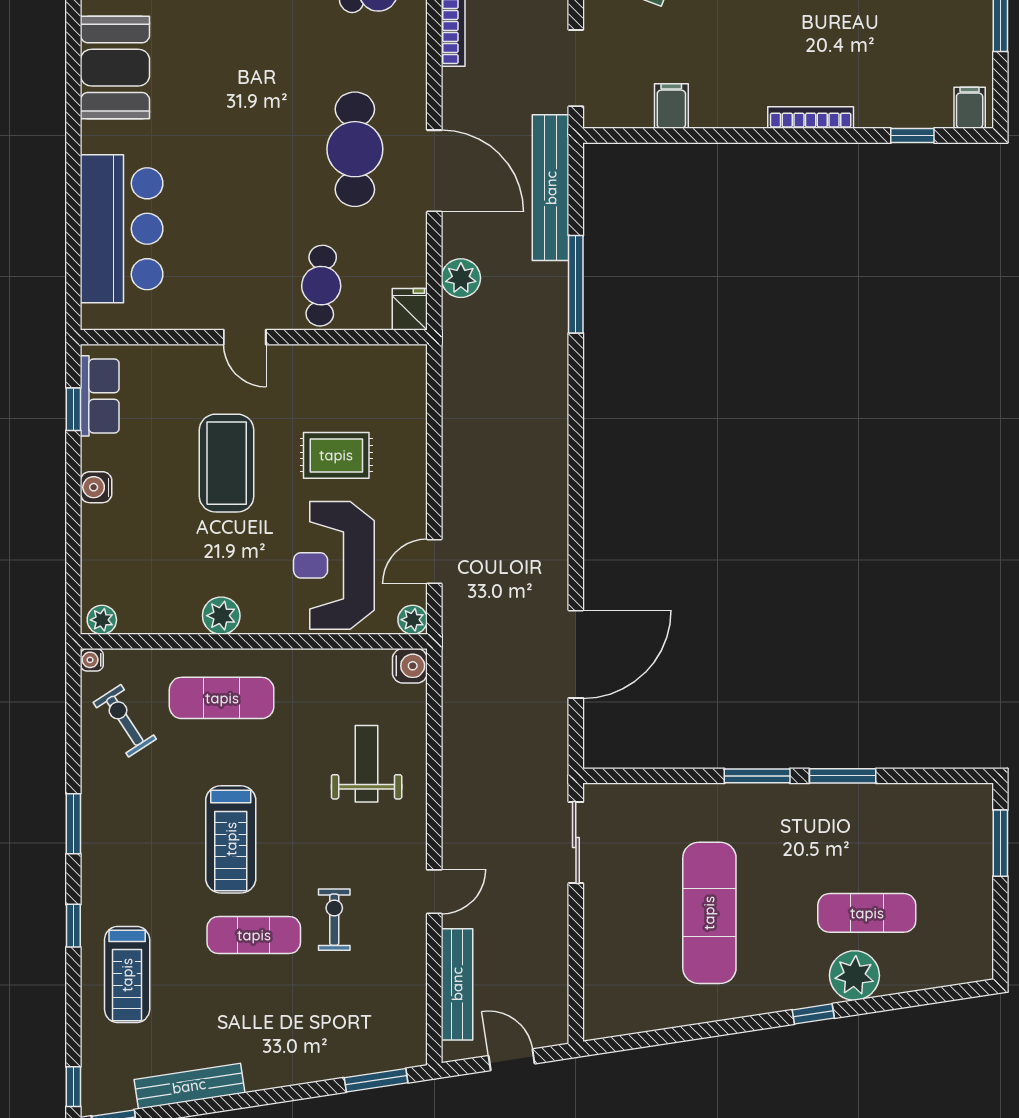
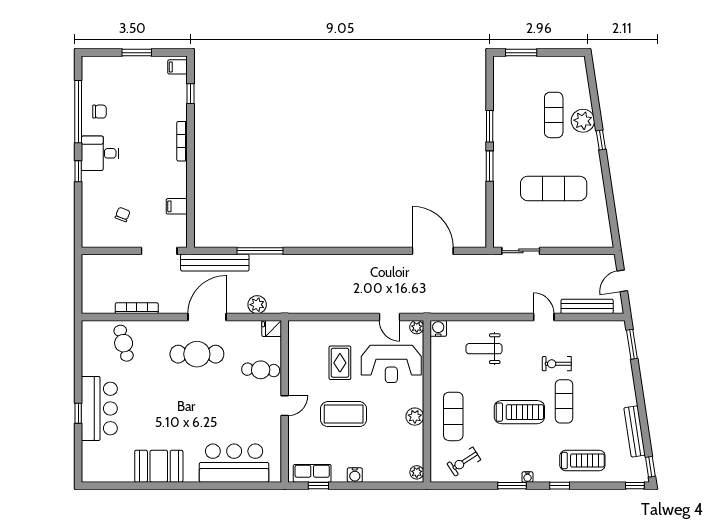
water cooler: (92, 660) -> (527, 477), moved

